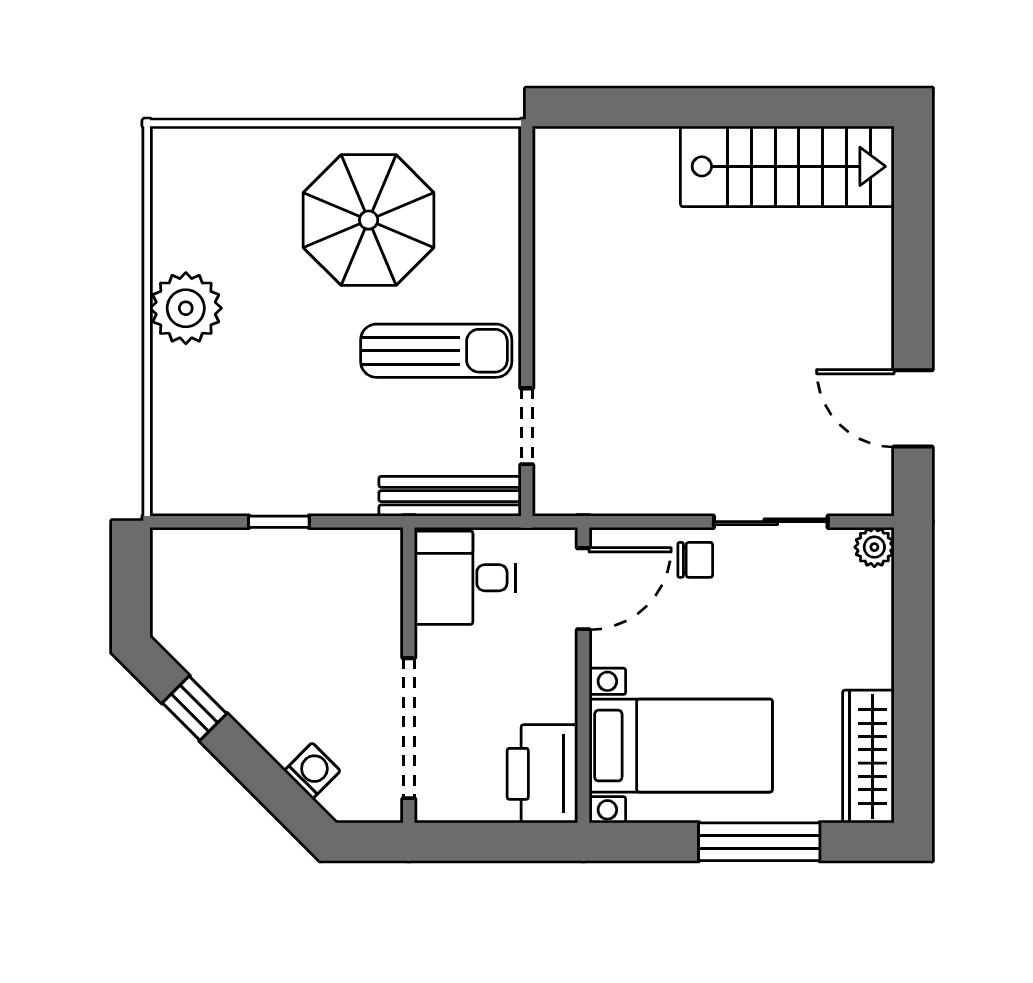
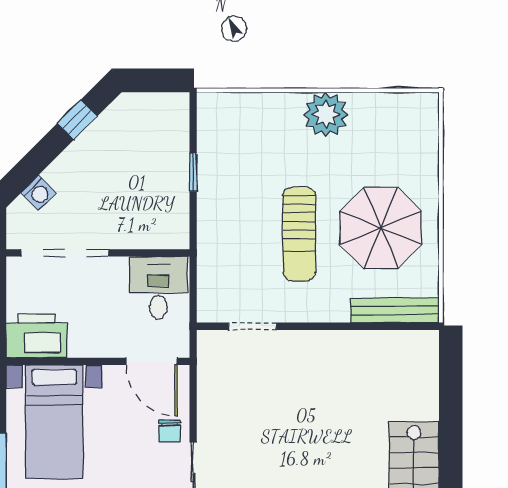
sun lounger: (436, 351) -> (299, 234), moved
bench: (450, 496) -> (395, 310), moved, turned 90

